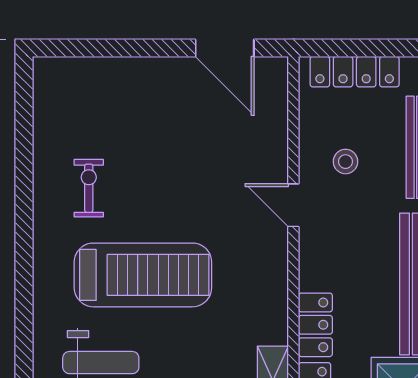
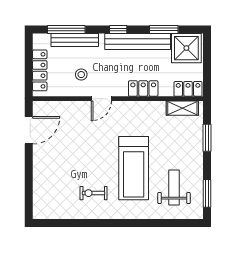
treadmill: (143, 275) -> (134, 168), turned 180
locker: (315, 325) -> (143, 88), moved

